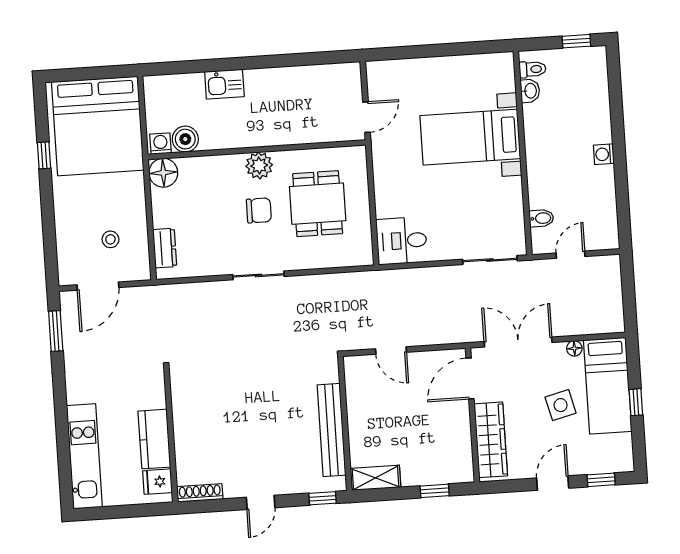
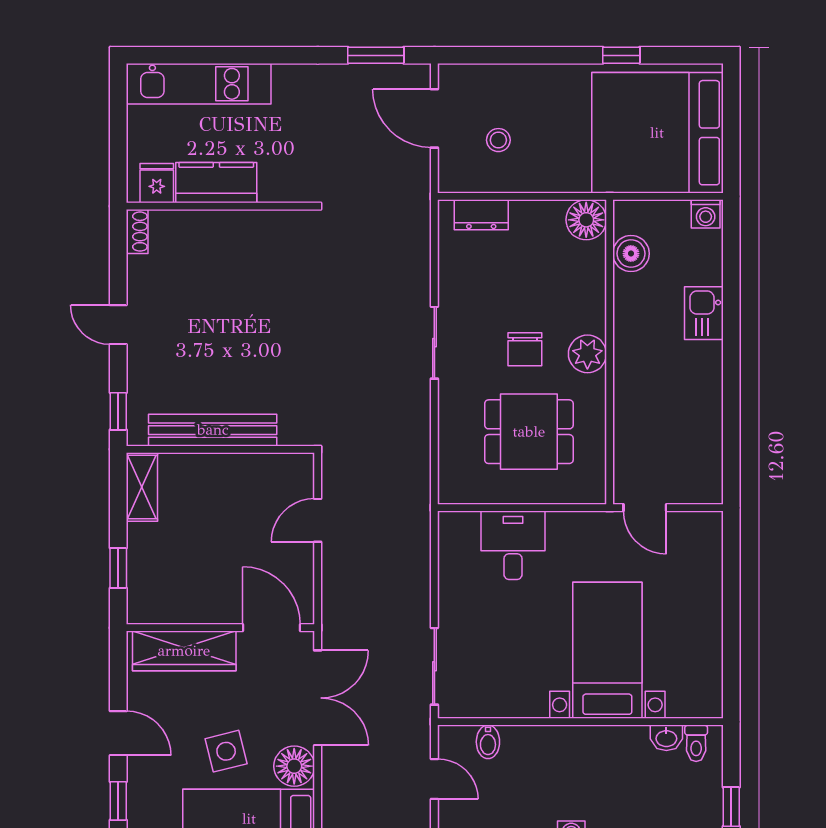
washing machine: (160, 144) -> (706, 214), moved, turned 90
desk: (402, 241) -> (513, 545), moved
floor lamp: (574, 348) -> (294, 766), width x1.89, depth x1.89
shoe rack: (200, 493) -> (137, 232), width x0.70

